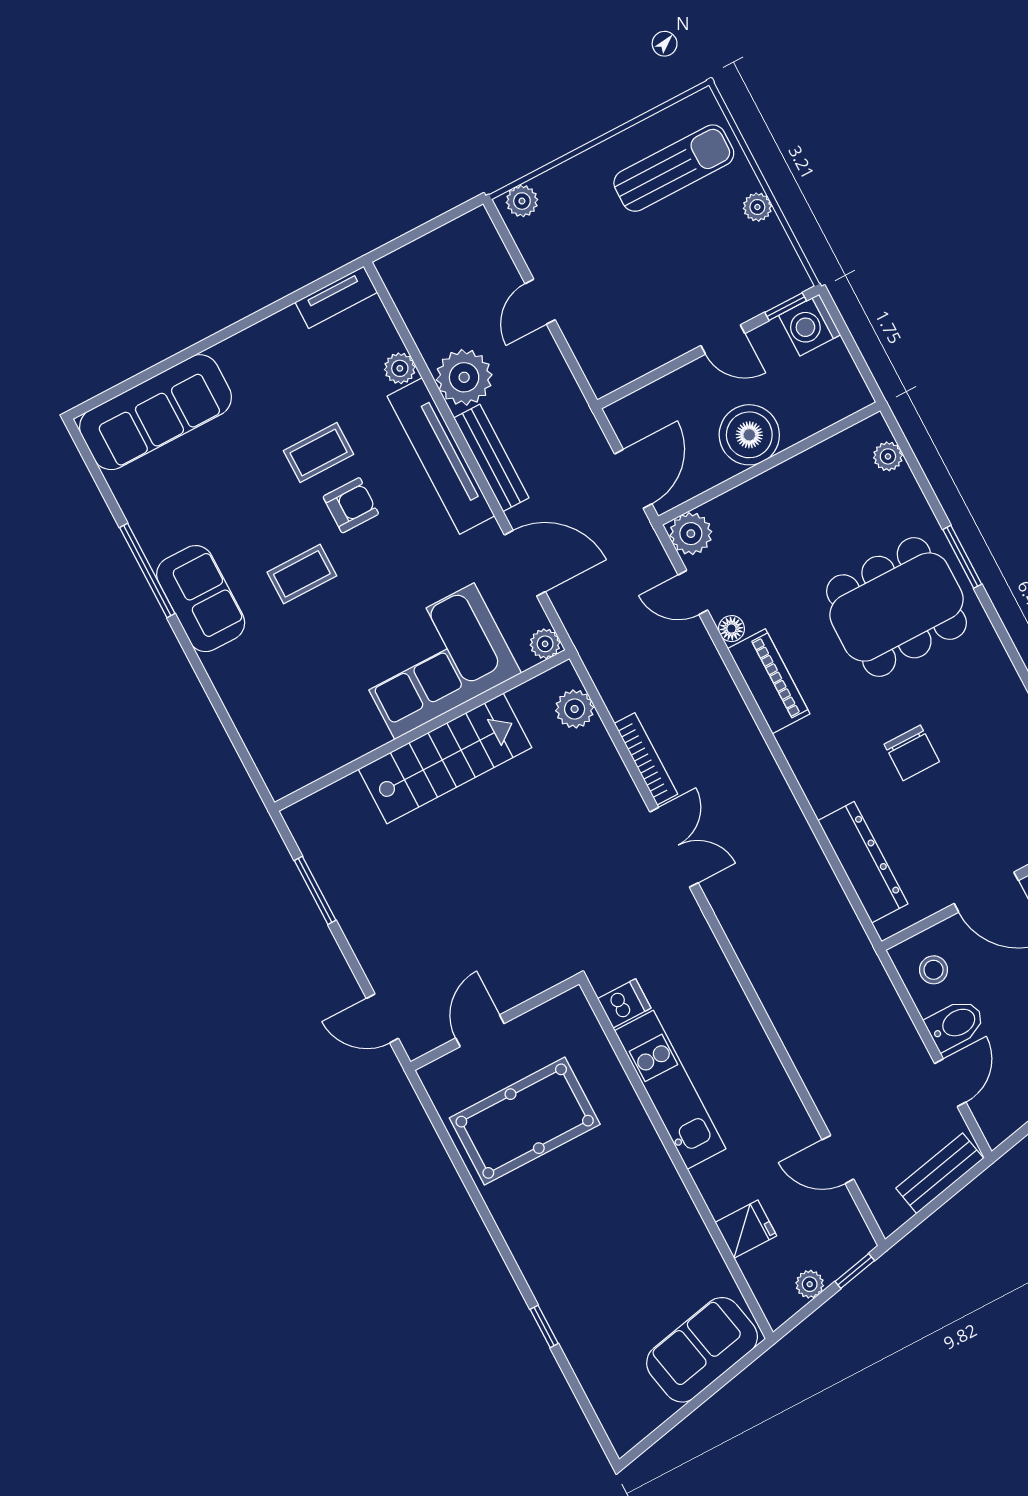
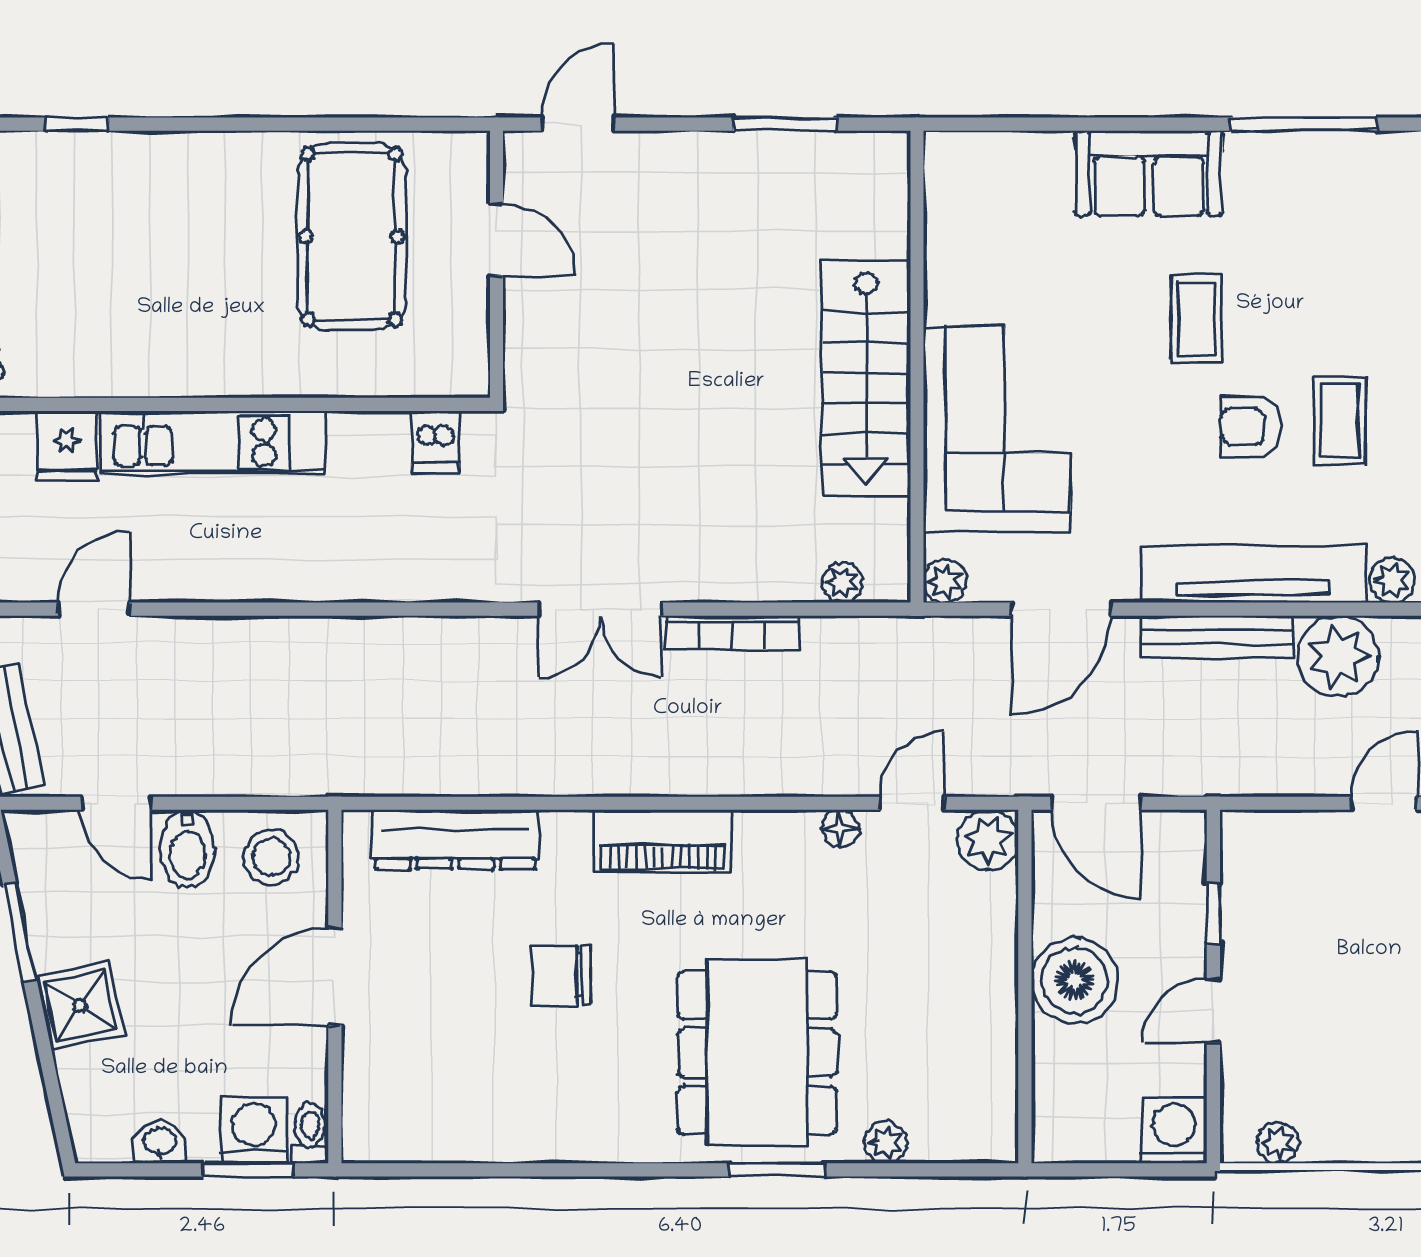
plant: (757, 207) -> (1278, 1143), moved
door: (540, 302) -> (1384, 803), hinge flipped
window: (786, 307) -> (1213, 913), moved
plant: (888, 456) -> (886, 1142), moved
armchair: (351, 505) -> (1251, 427), turned 90
sofa: (201, 599) -> (1149, 173), moved
piano: (769, 681) -> (663, 841), moved
plant: (575, 709) -> (843, 583), width x0.73, depth x0.73
stool: (934, 970) -> (271, 857), width x1.37, depth x1.37
kitchen unit: (670, 1090) -> (213, 442), moved

